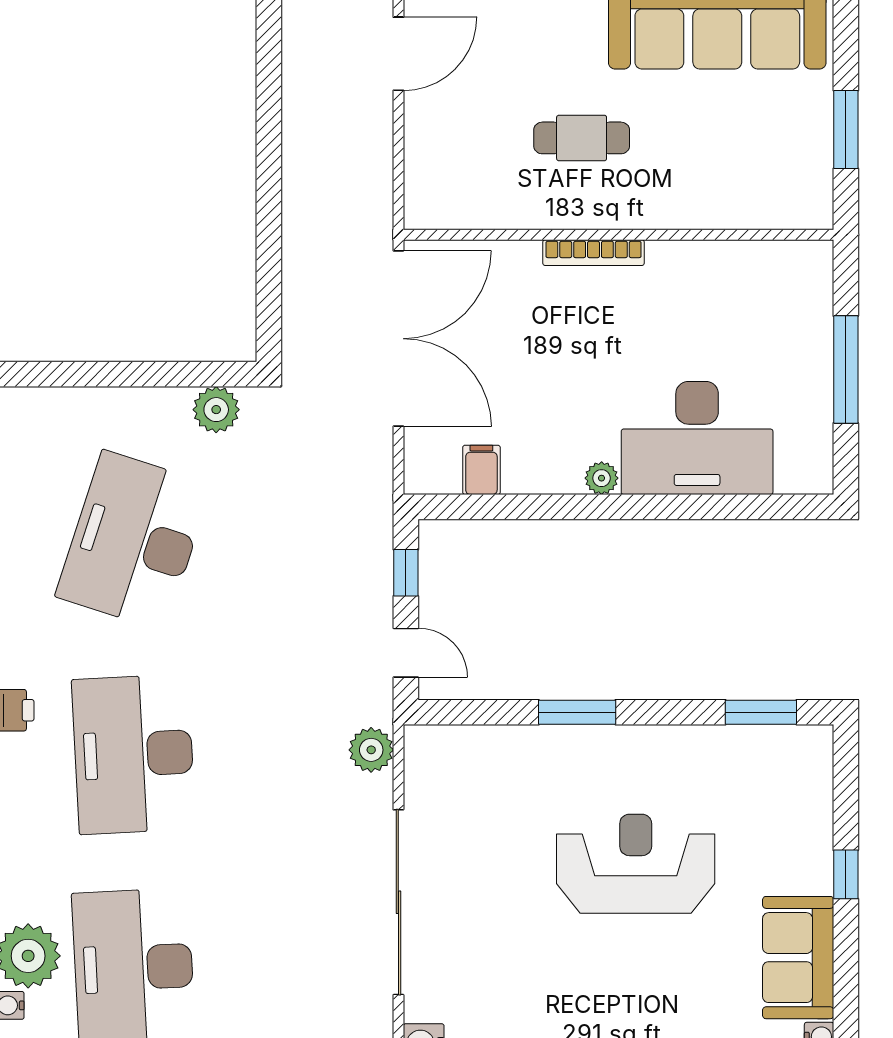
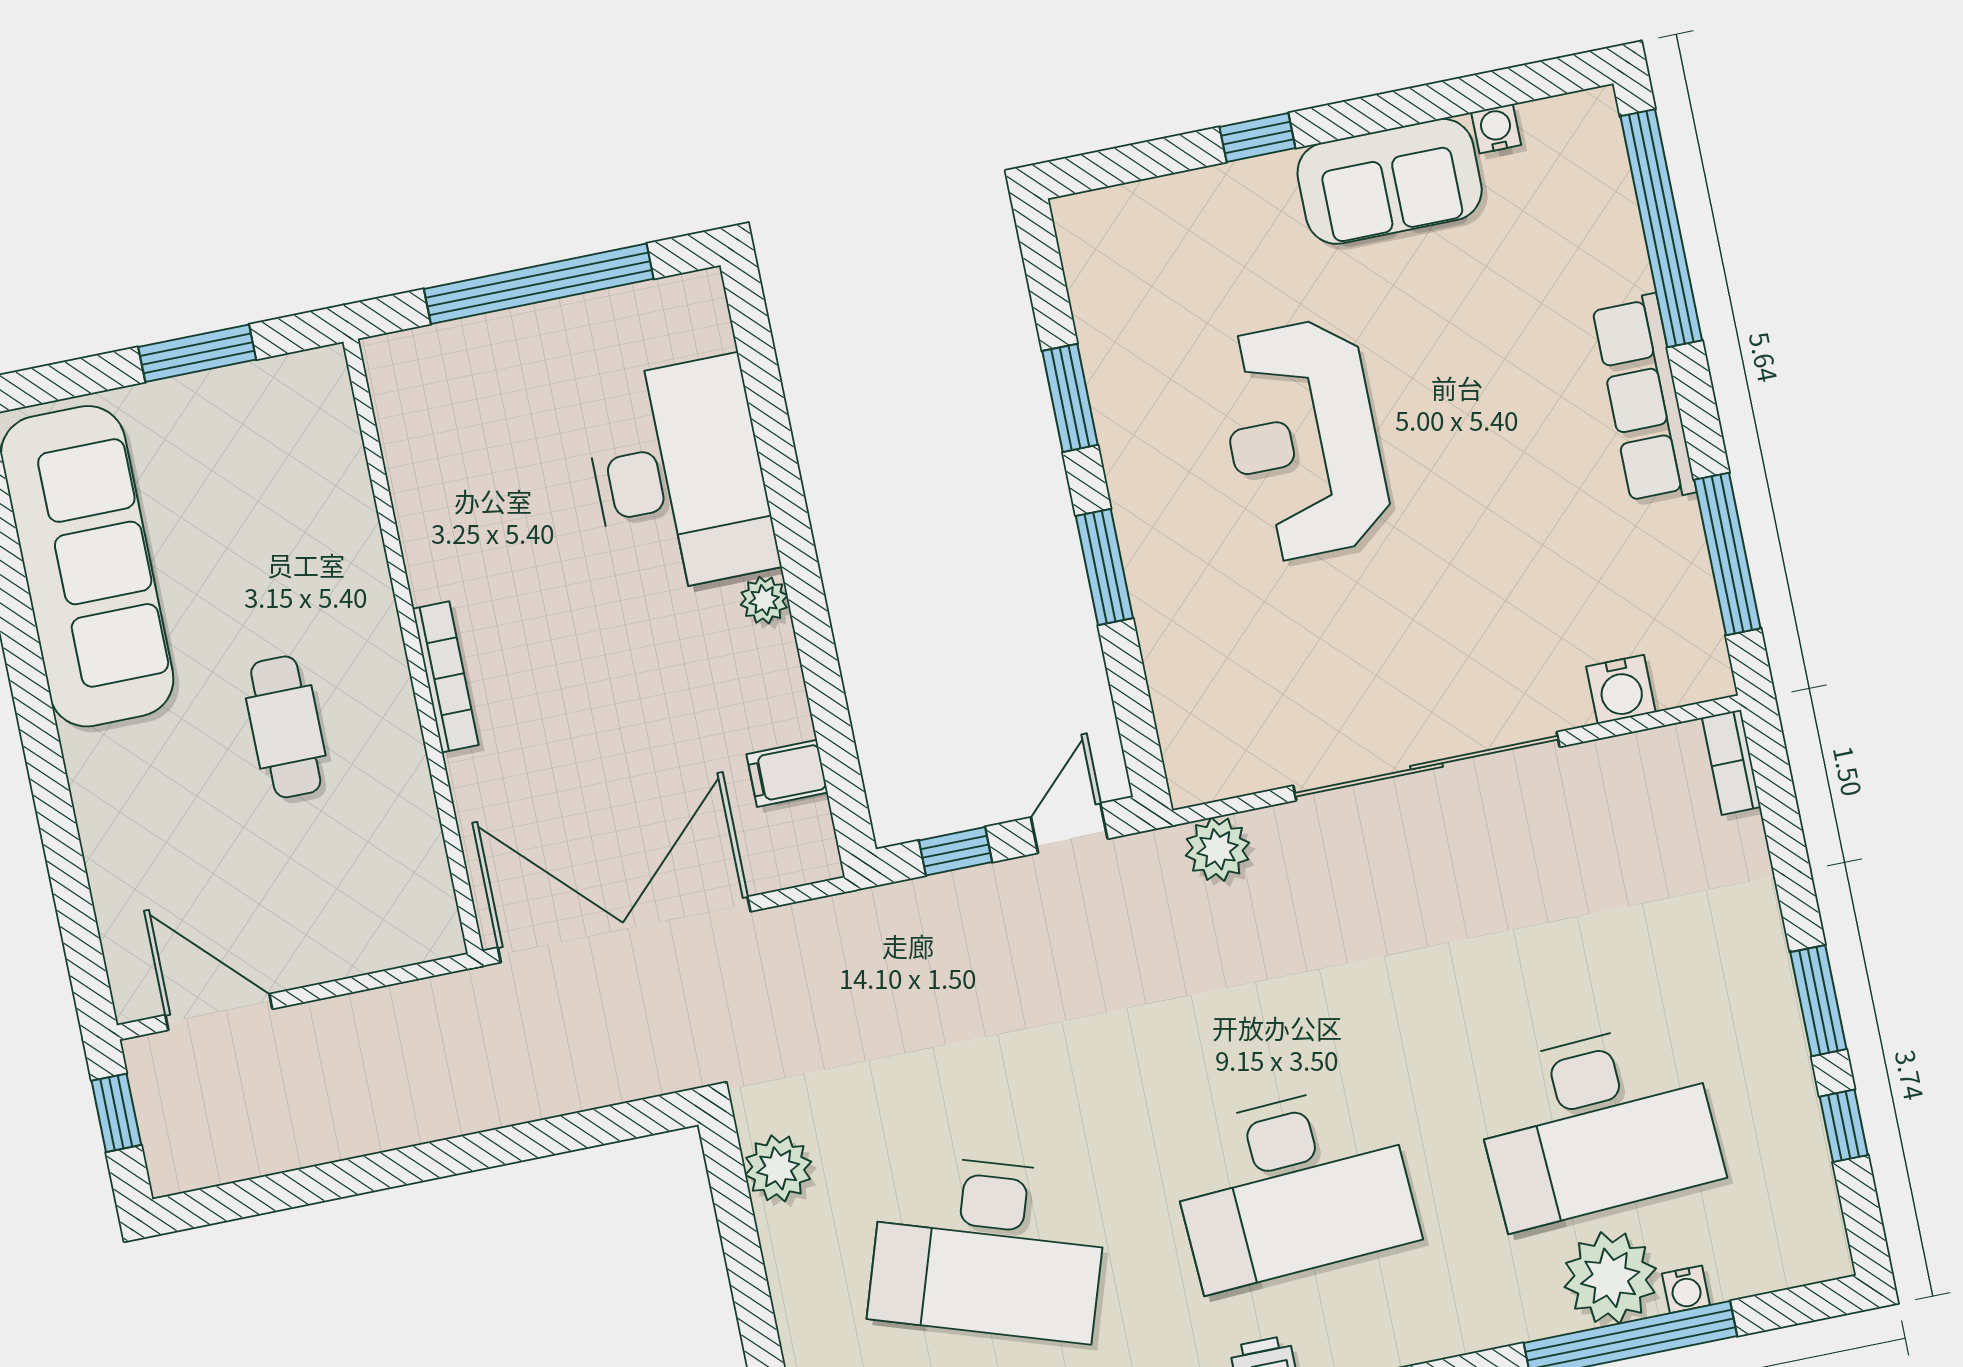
window: (846, 369) -> (539, 284), width x1.46
window: (761, 712) -> (1070, 398), moved

